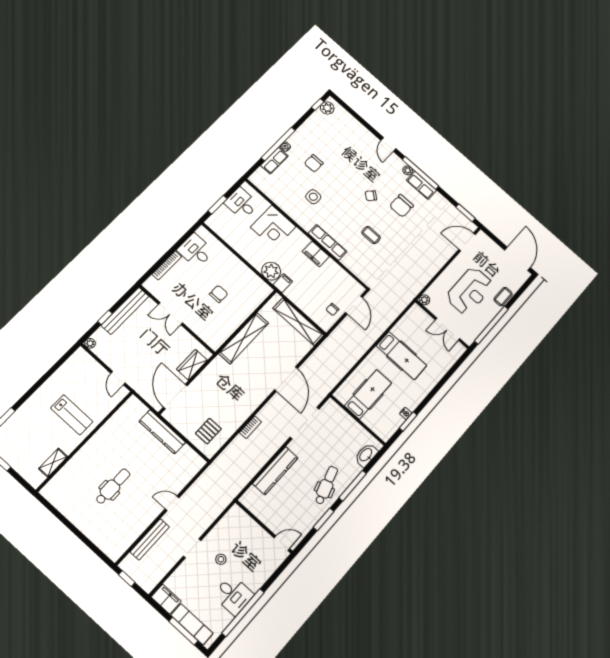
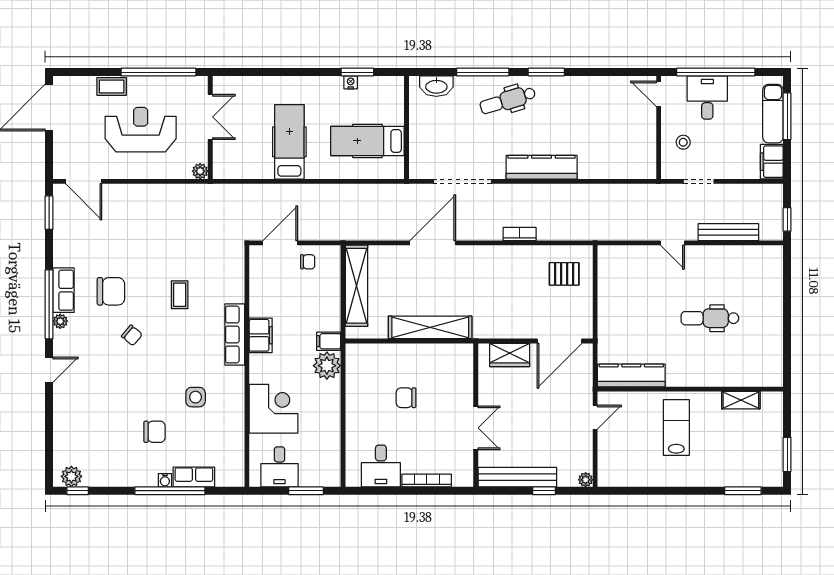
kitchen counter: (162, 432) -> (631, 376), moved, turned -90
wall: (264, 527) -> (659, 127), moved
door: (282, 543) -> (659, 94), moved

